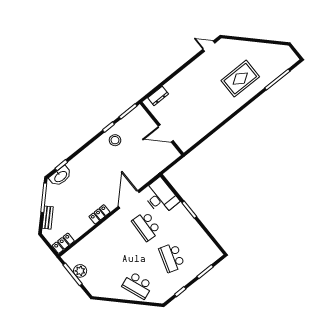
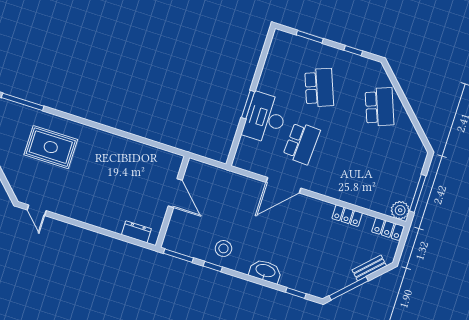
washbasin: (60, 176) -> (265, 271), moved
desk: (160, 197) -> (265, 118), moved
locker: (100, 214) -> (347, 216), moved
school desk: (172, 258) -> (319, 88), turned -39
plant: (80, 271) -> (400, 210), moved

